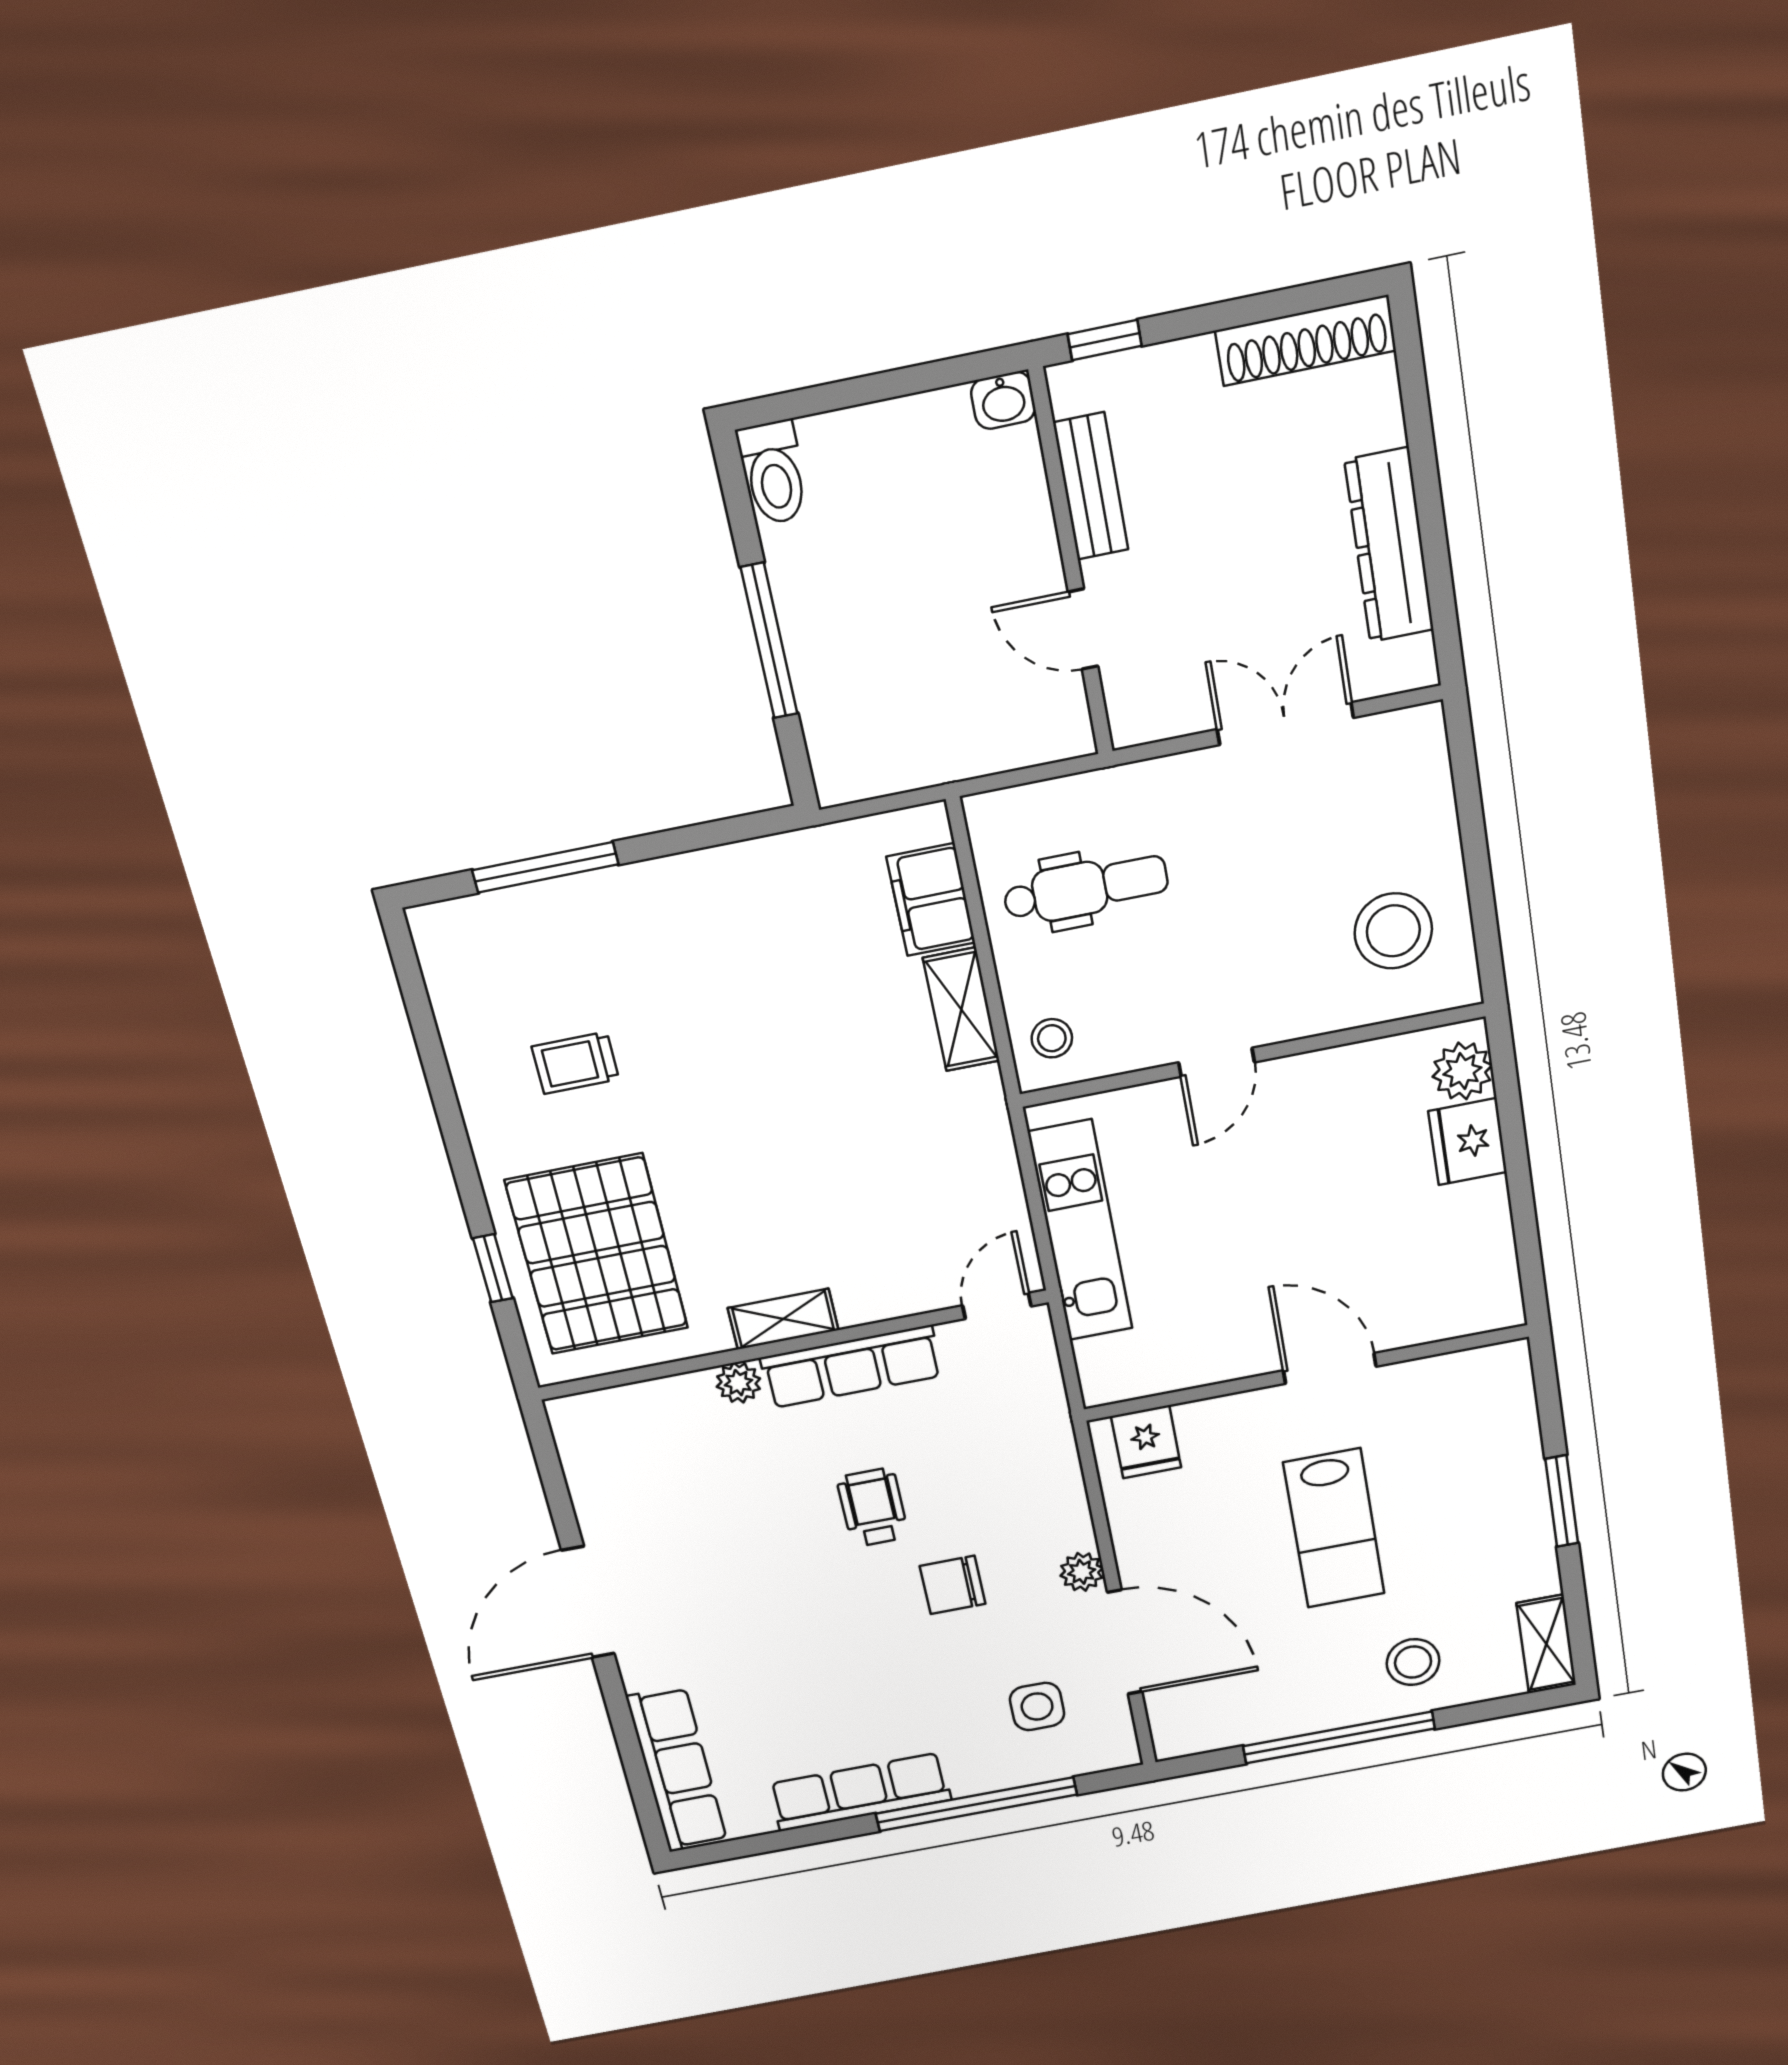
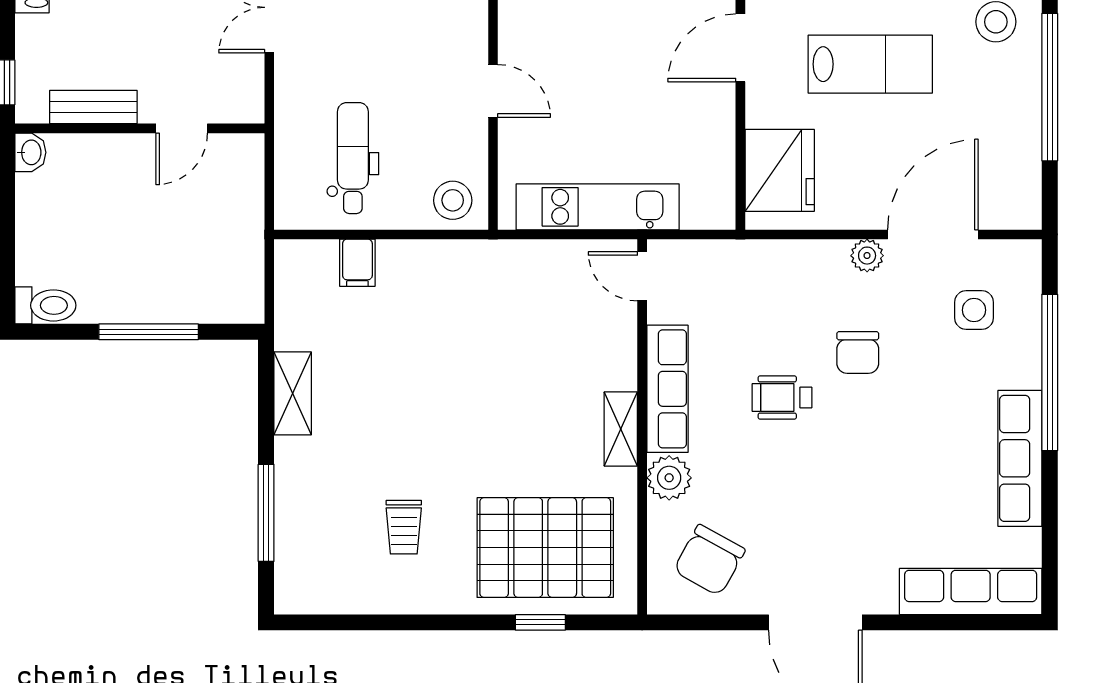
filing cabinet: (931, 900) -> (357, 263), width x0.50
shelving: (961, 1009) -> (293, 393), moved, turned 90
stool: (1052, 1038) -> (453, 200), width x1.37, depth x1.37
plant: (738, 1383) -> (669, 478), width x1.38, depth x1.38
fridge: (1146, 1442) -> (780, 170), width x1.88, depth x1.34
chair: (635, 1462) -> (709, 560), added

